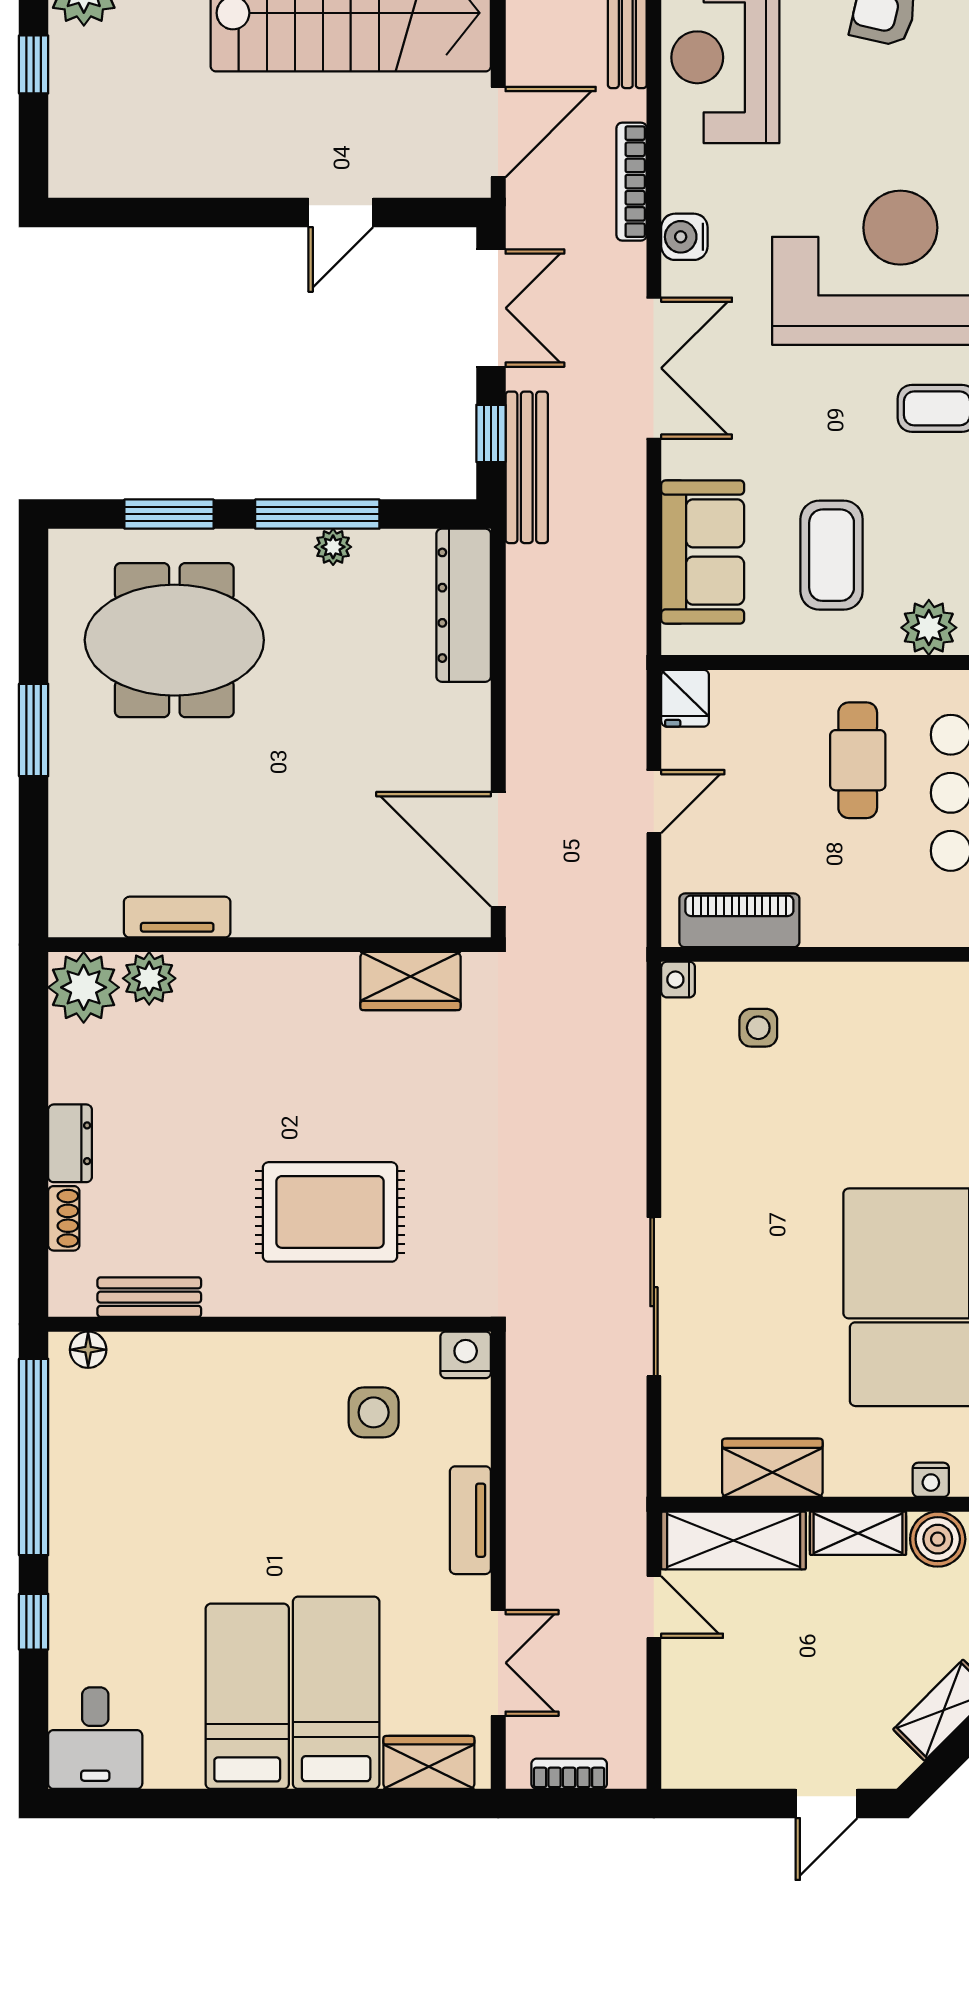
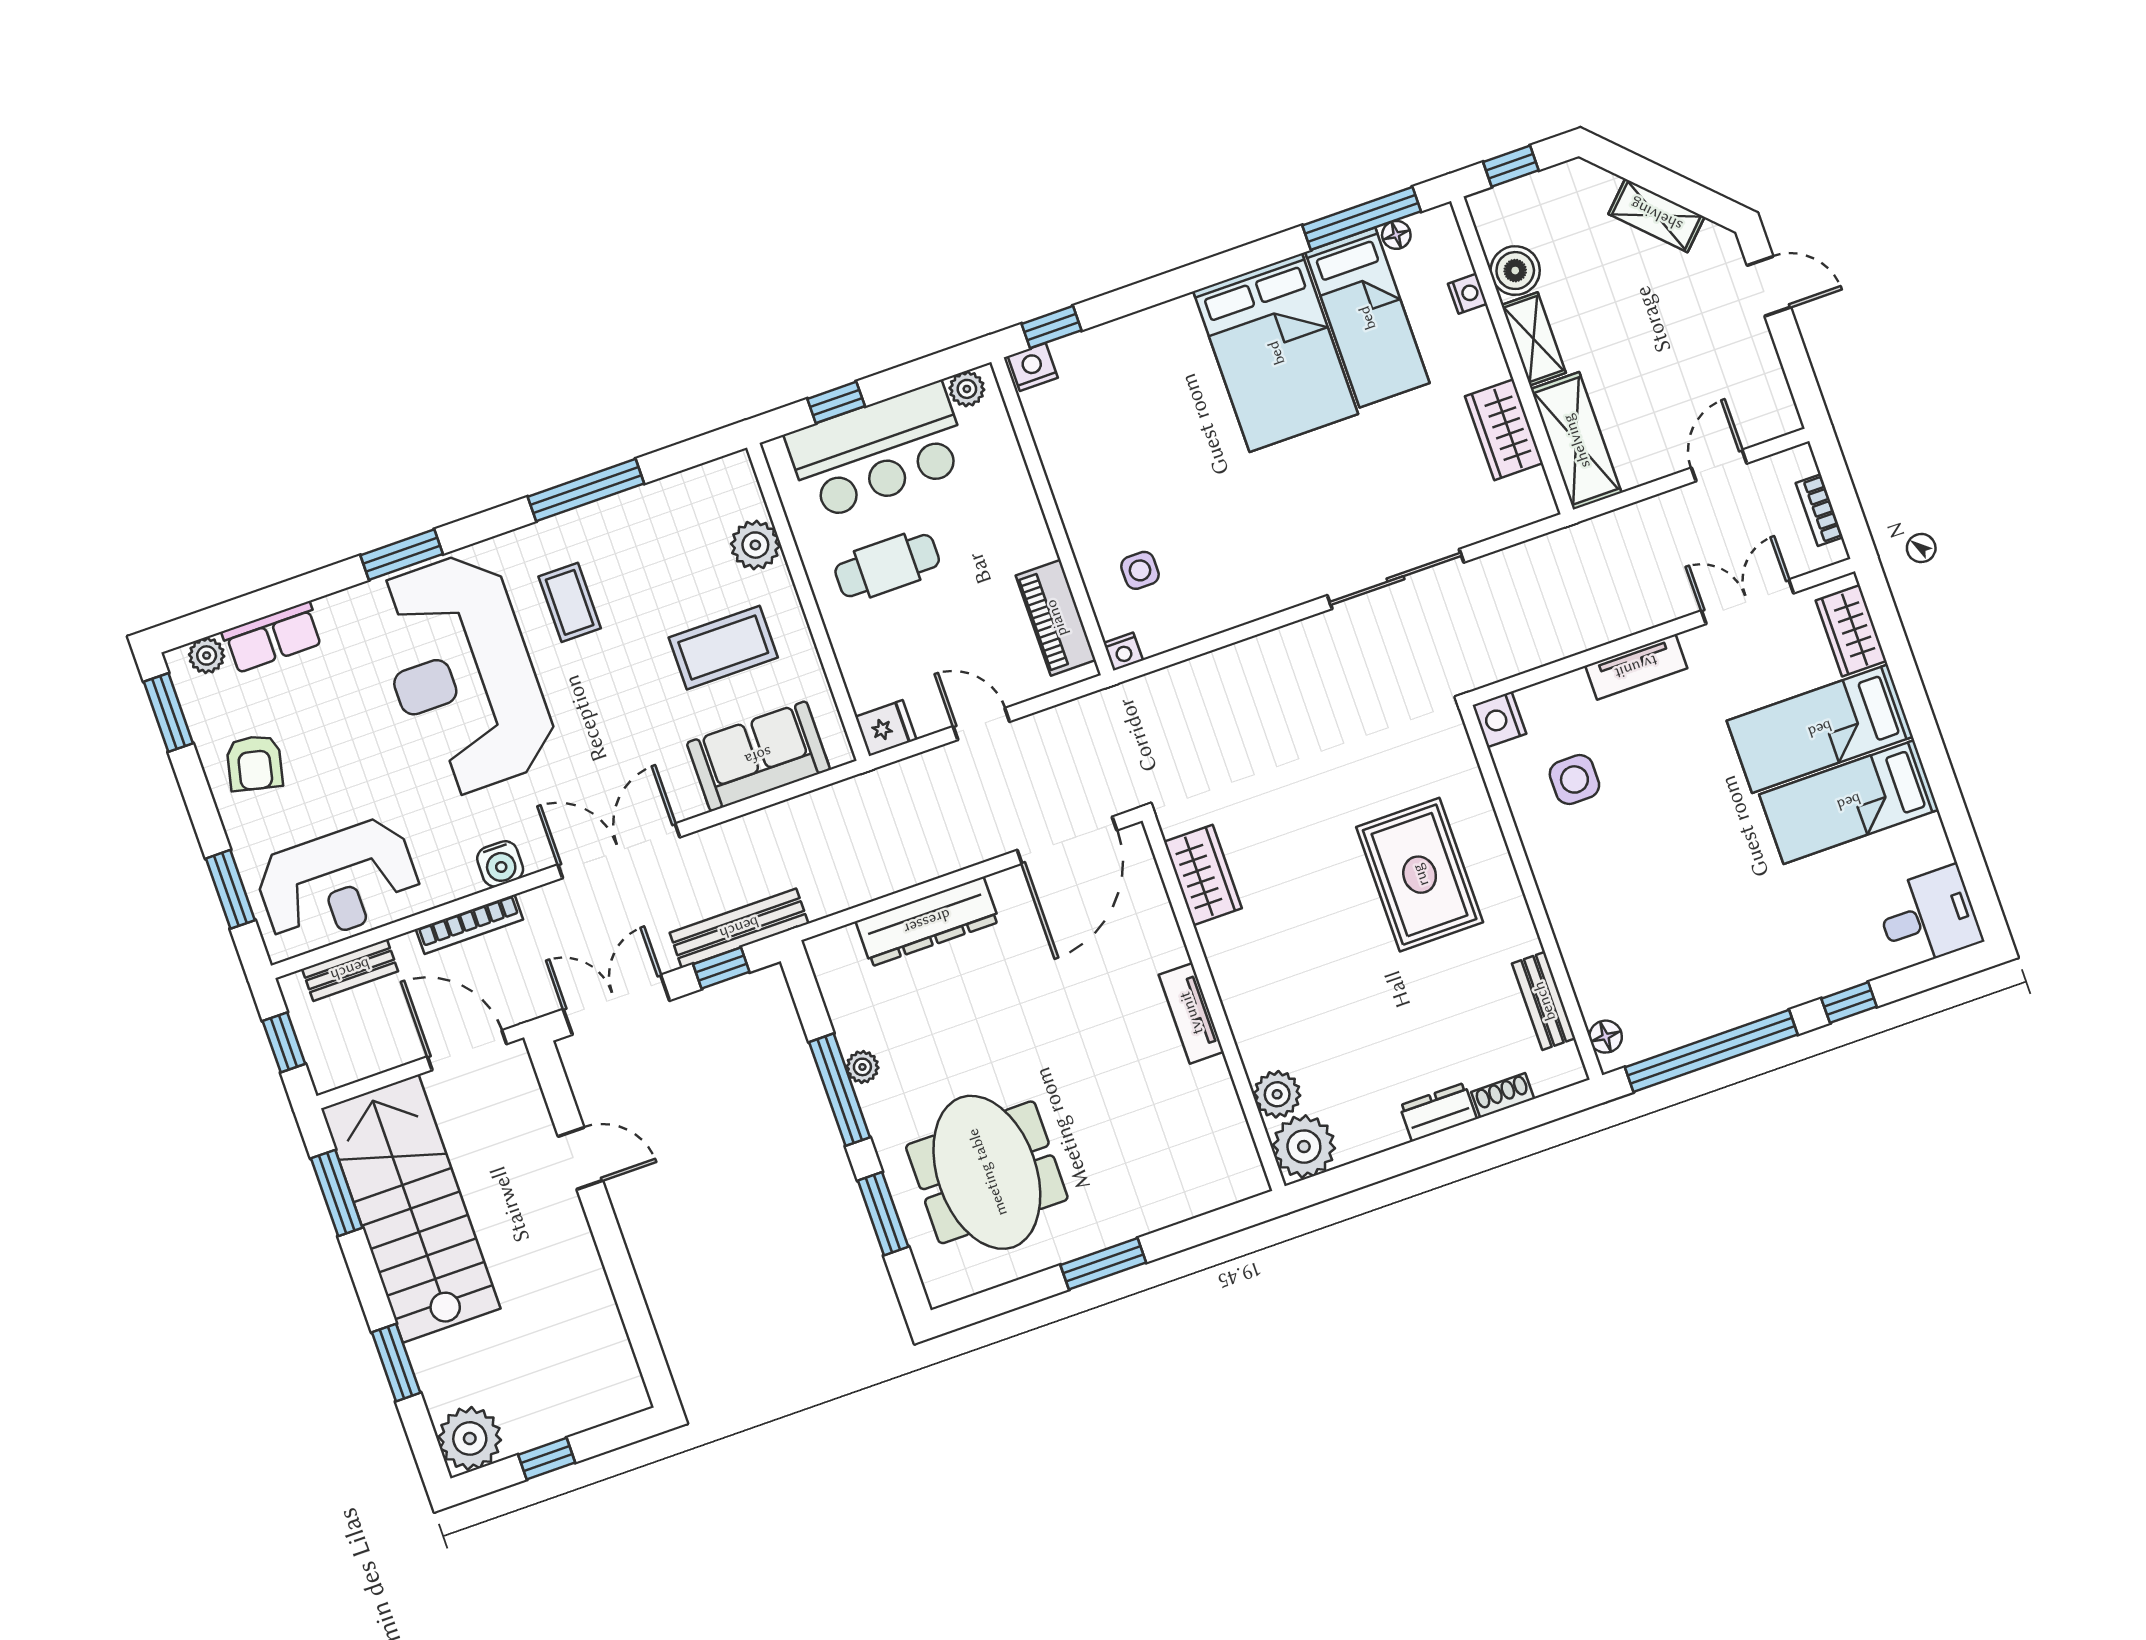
dresser: (464, 605) -> (927, 922), moved
tv unit: (177, 917) -> (1191, 1013), moved
door: (654, 1607) -> (1719, 466), moved

